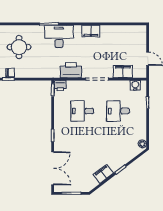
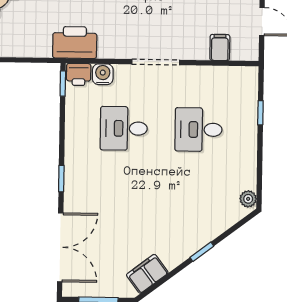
printer: (71, 70) -> (75, 42), moved
filing cabinet: (123, 72) -> (220, 47), width x0.50
water cooler: (135, 85) -> (103, 74), moved
filing cabinet: (103, 174) -> (147, 274), moved

